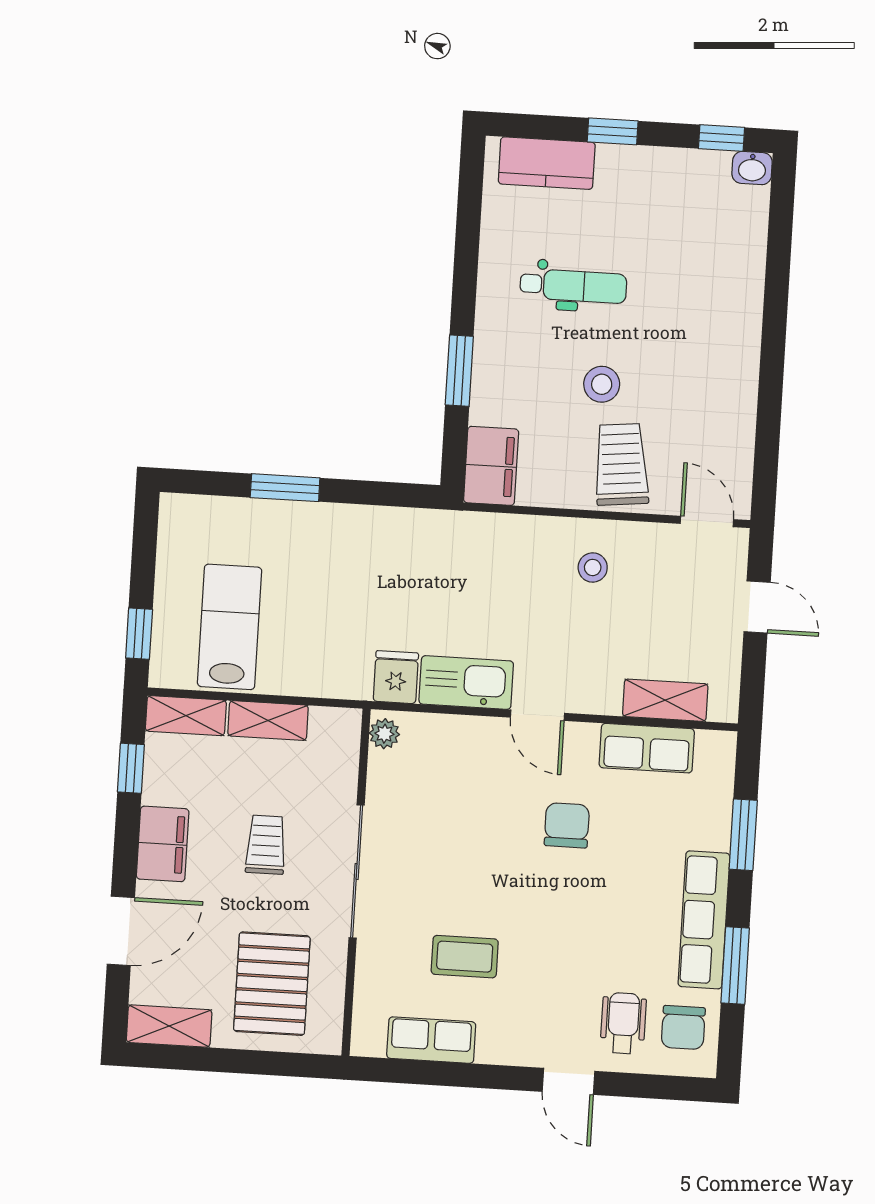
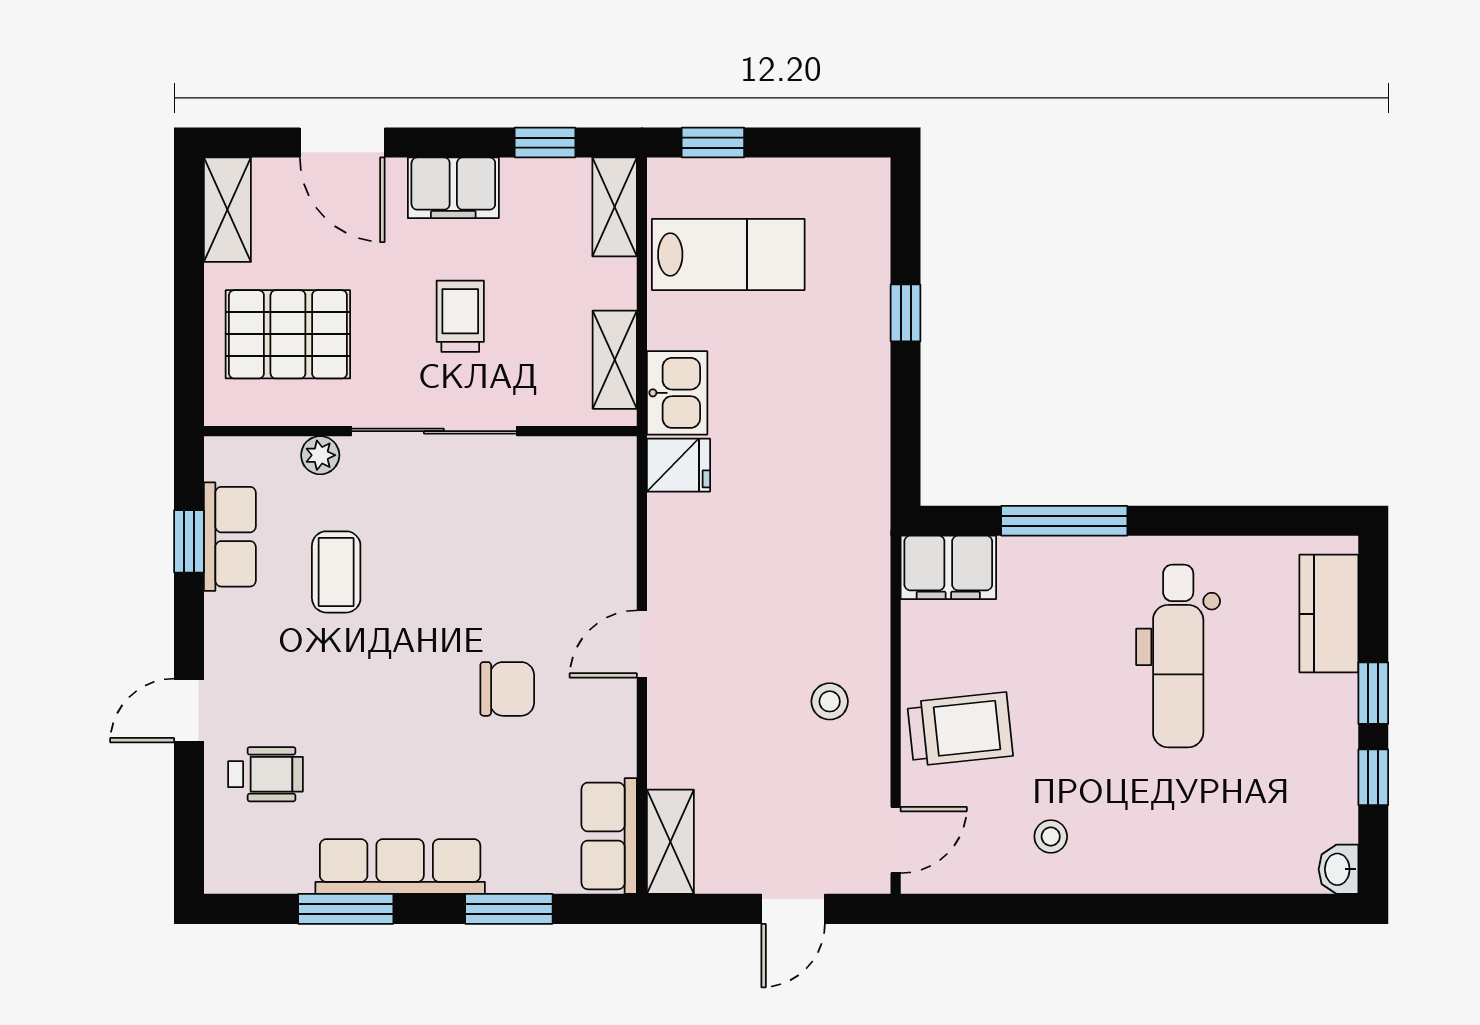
window: (722, 138) -> (1373, 777), moved
dental chair: (573, 286) -> (1178, 656), width x1.36, depth x1.38
window: (459, 371) -> (1064, 521), width x1.44
stool: (602, 384) -> (1051, 837), moved, width x0.73, depth x0.73
window: (285, 488) -> (906, 313), width x0.67
kitchen sink: (466, 683) -> (677, 393), moved, width x0.73
shelving: (665, 700) -> (670, 842), moved
shelving: (268, 721) -> (615, 360), moved
plant: (384, 734) -> (320, 455), moved
row of seats: (647, 748) -> (609, 836), moved
trolley: (266, 845) -> (460, 316), turned -90
chair: (683, 1028) -> (265, 849), removed
window: (433, 1073) -> (189, 541), added

